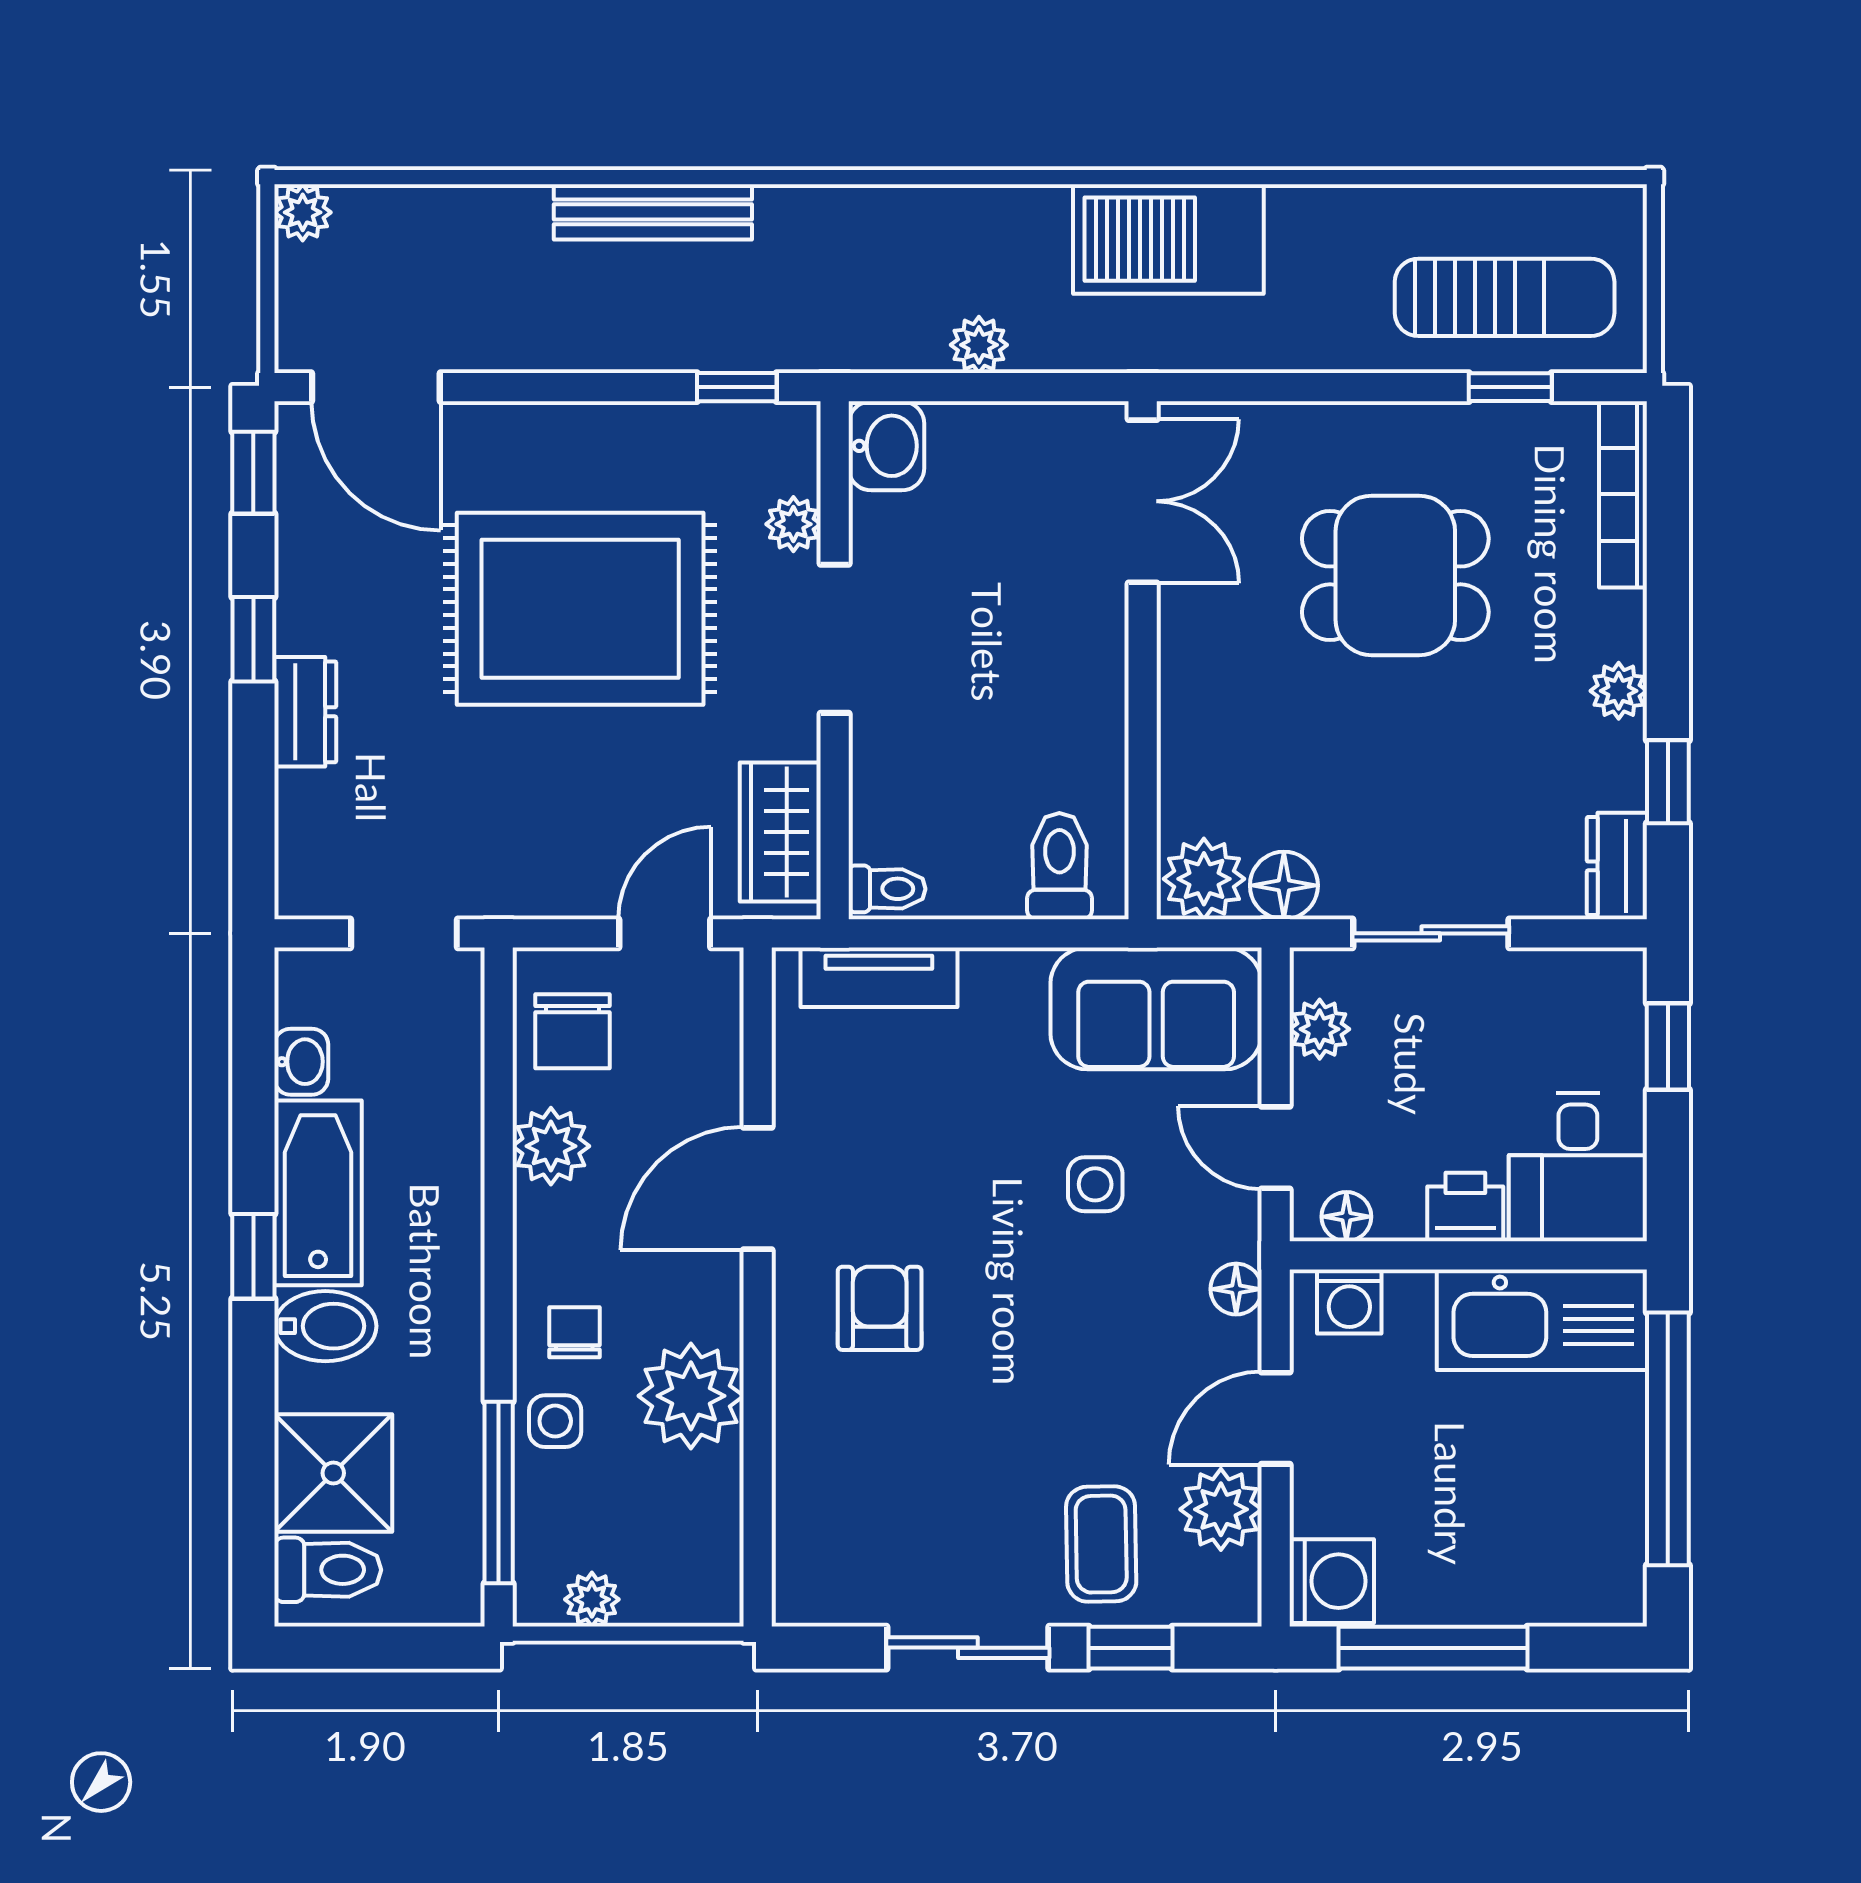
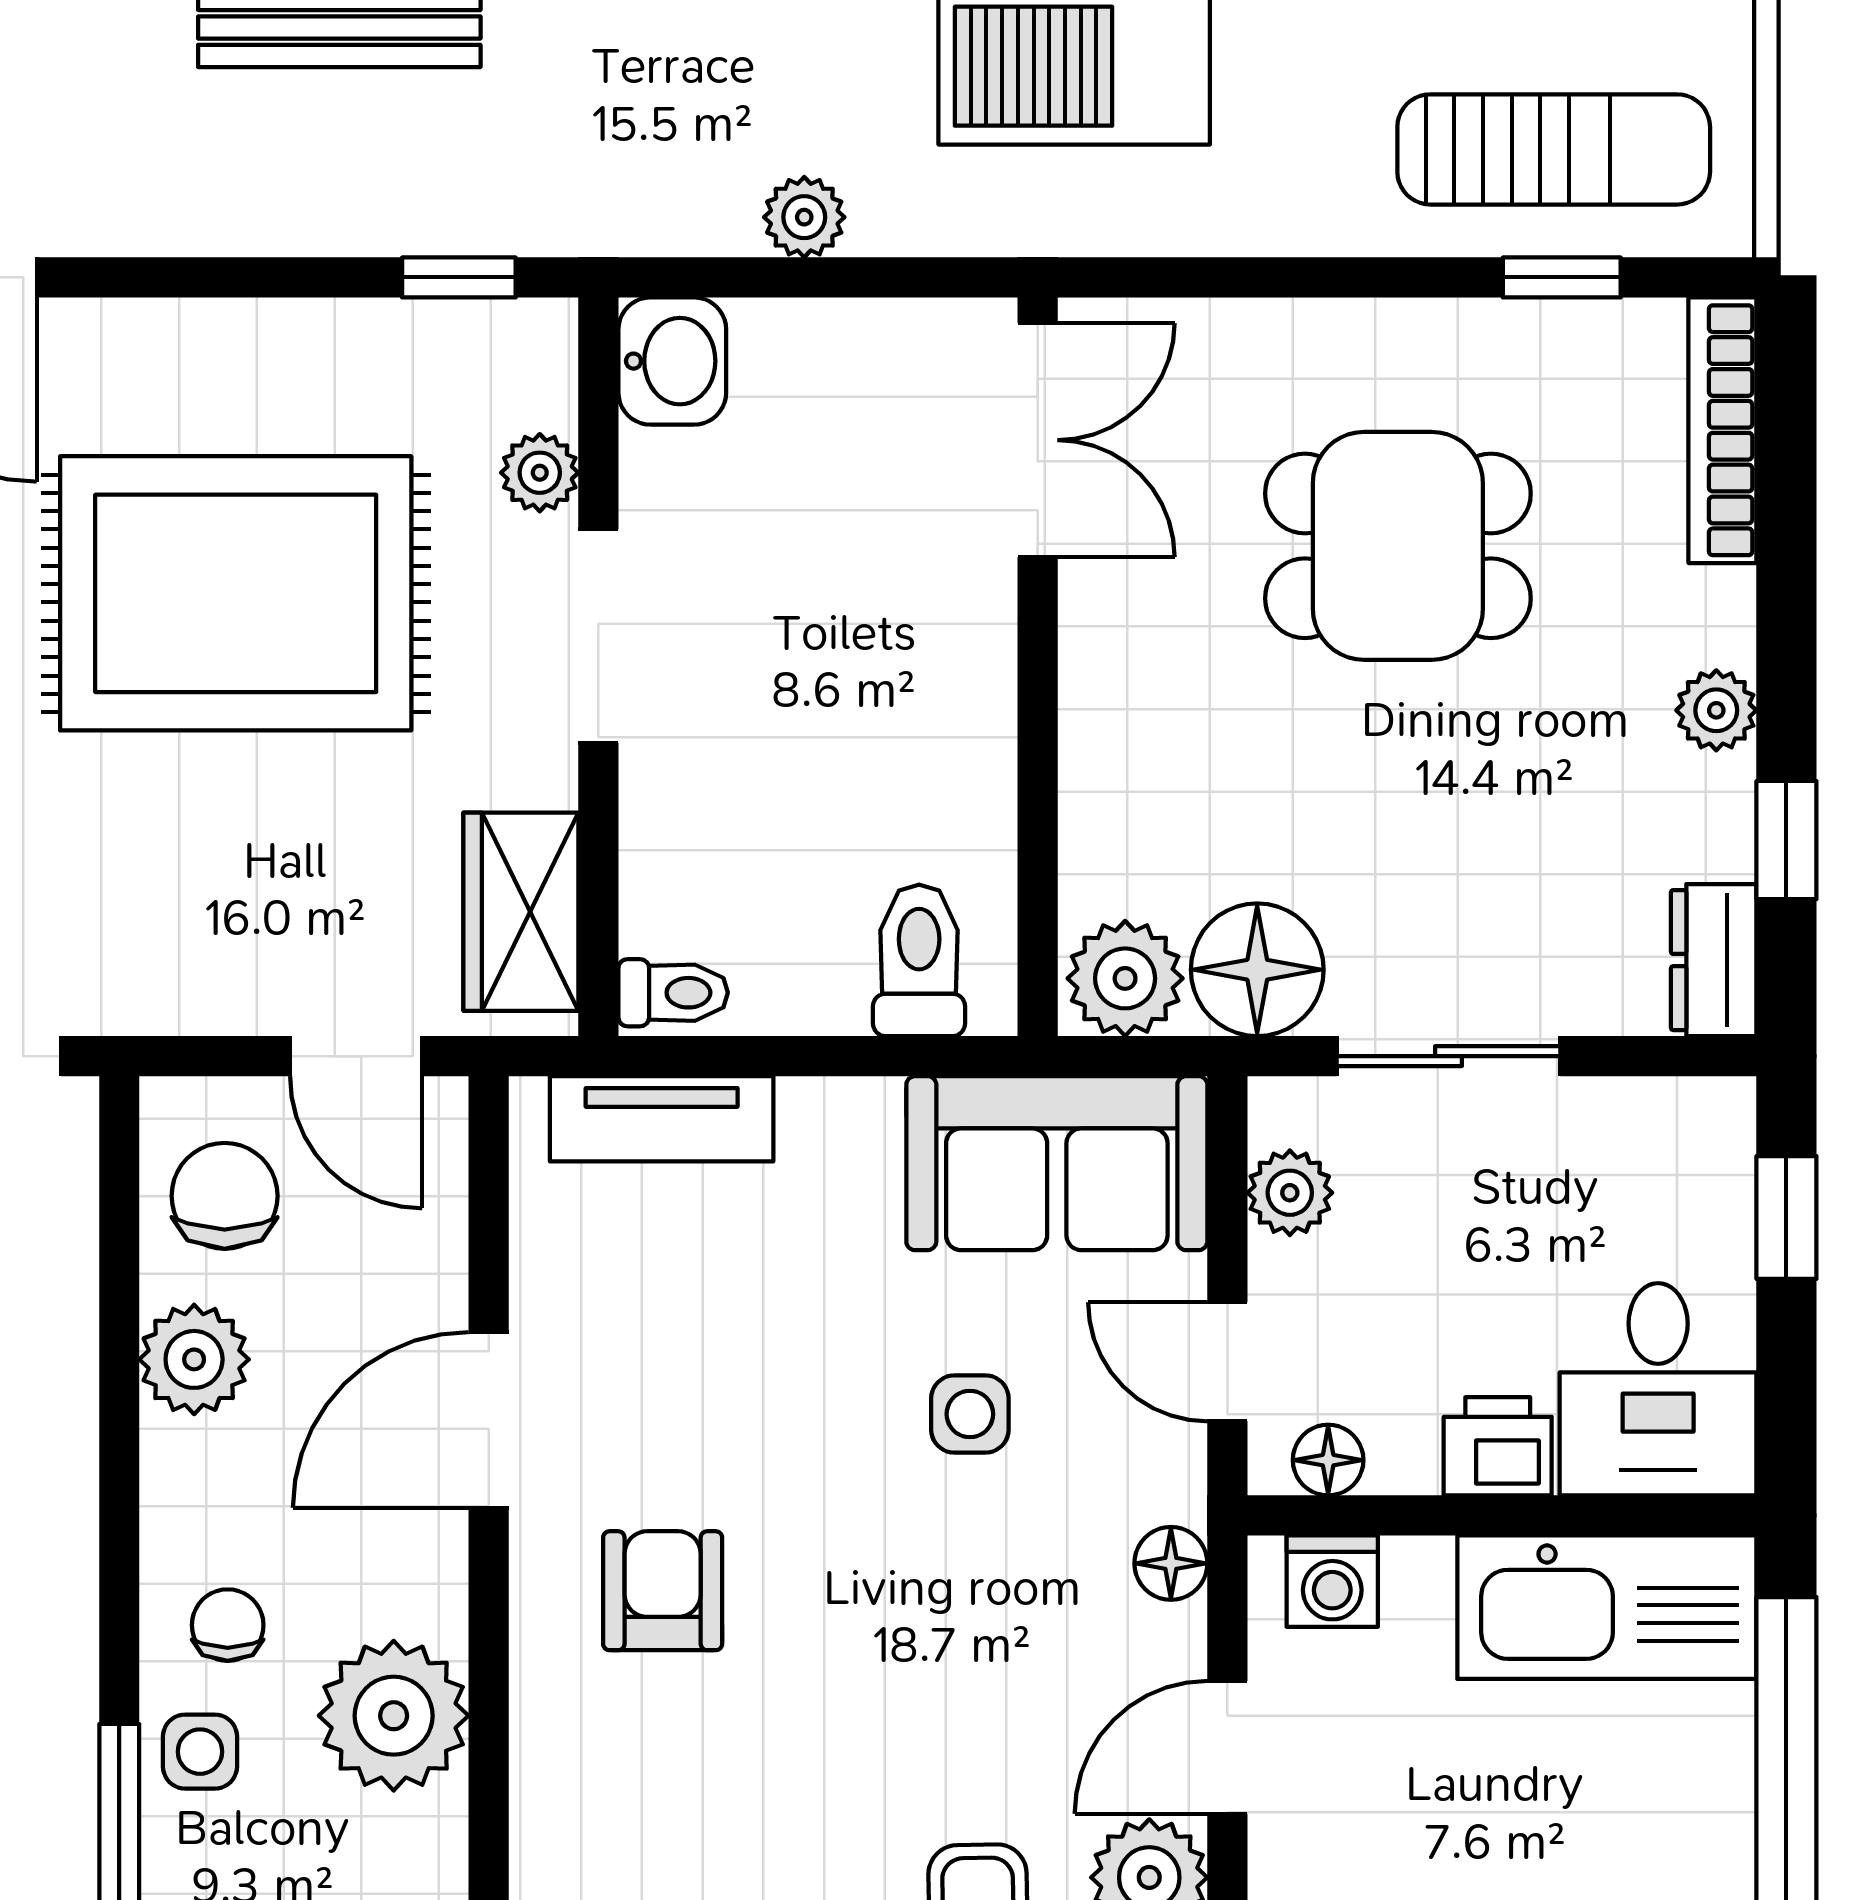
floor lamp: (1284, 885) -> (1257, 970), width x1.38, depth x1.38
door: (665, 933) -> (356, 1056), swing flipped
chair: (572, 1031) -> (225, 1196), turned 180

